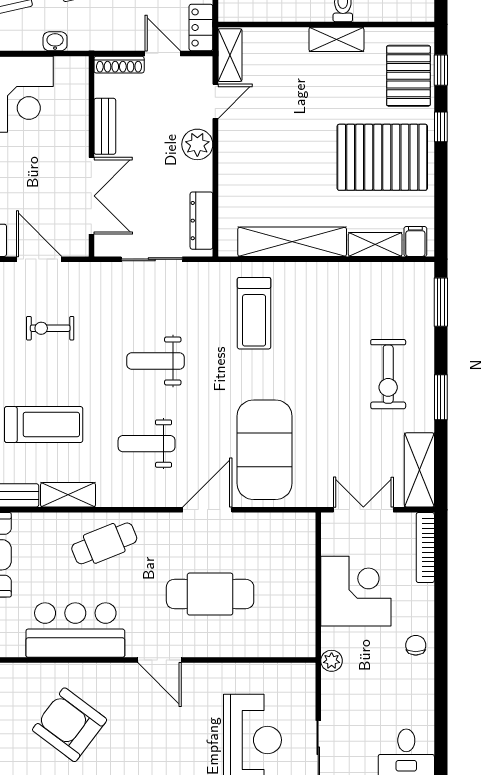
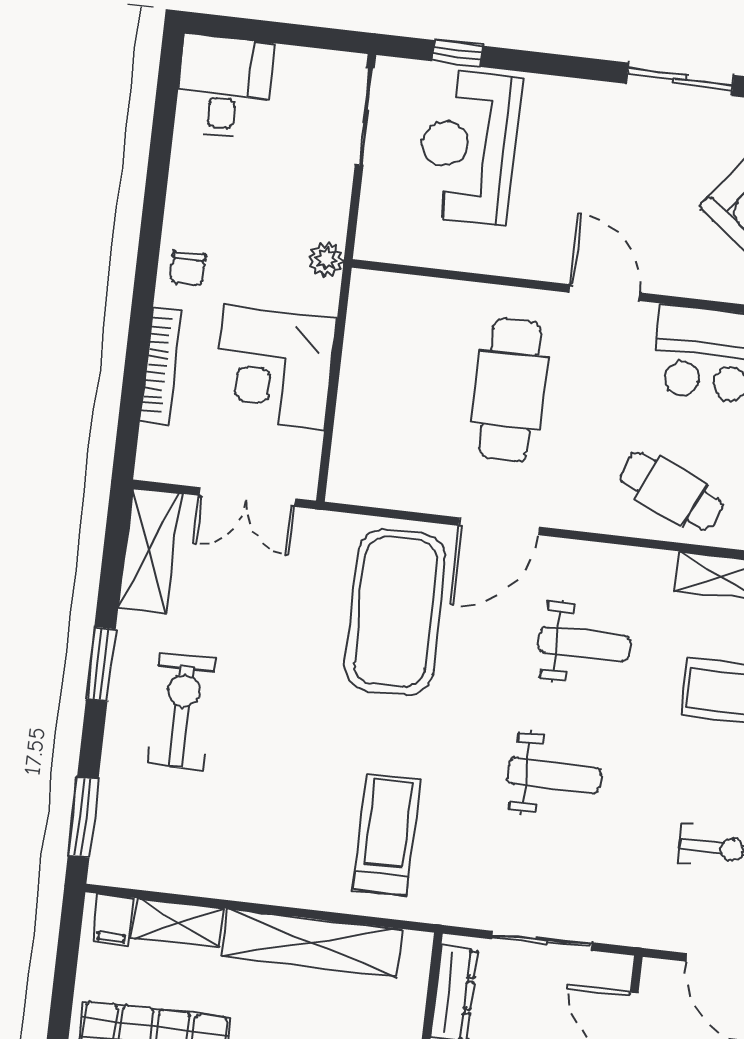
cafe table: (104, 543) -> (671, 491), turned 46
bookcase: (425, 548) -> (161, 366), moved
cafe table: (210, 594) -> (510, 390), turned 90

